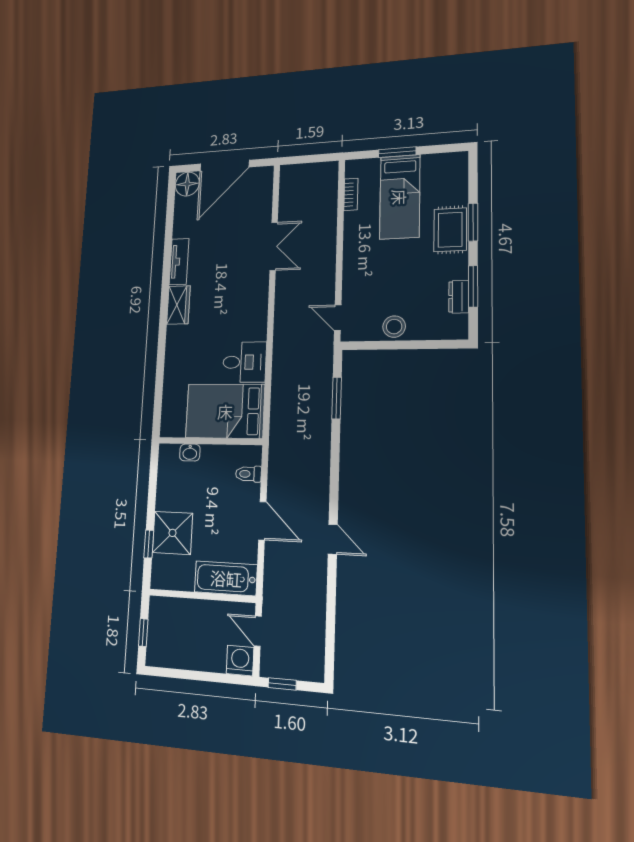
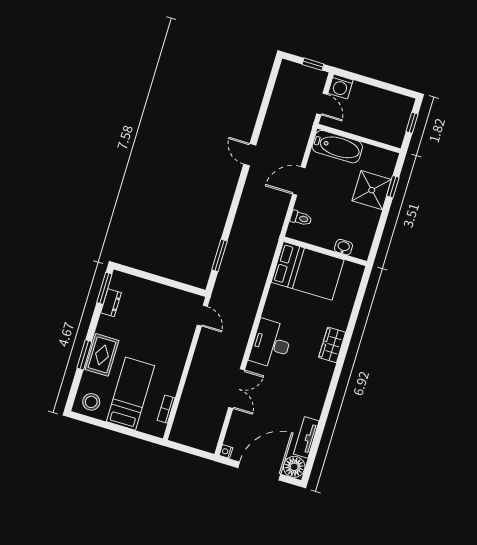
window: (397, 152) -> (122, 430), removed
nightstand: (267, 173) -> (226, 452), added
double door: (274, 246) -> (237, 389), swing flipped
tv unit: (179, 262) -> (306, 437), moved
window: (473, 286) -> (104, 288), moved
wardrobe: (178, 305) -> (332, 345), moved
stool: (394, 327) -> (91, 402), moved
desk: (244, 362) -> (271, 344), moved, width x1.37
door: (262, 521) -> (299, 181), hinge flipped

